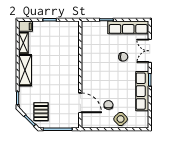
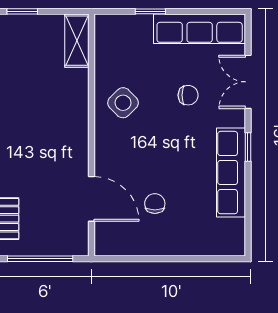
shelving: (74, 33) -> (77, 41), added
side table: (121, 119) -> (123, 103), moved

